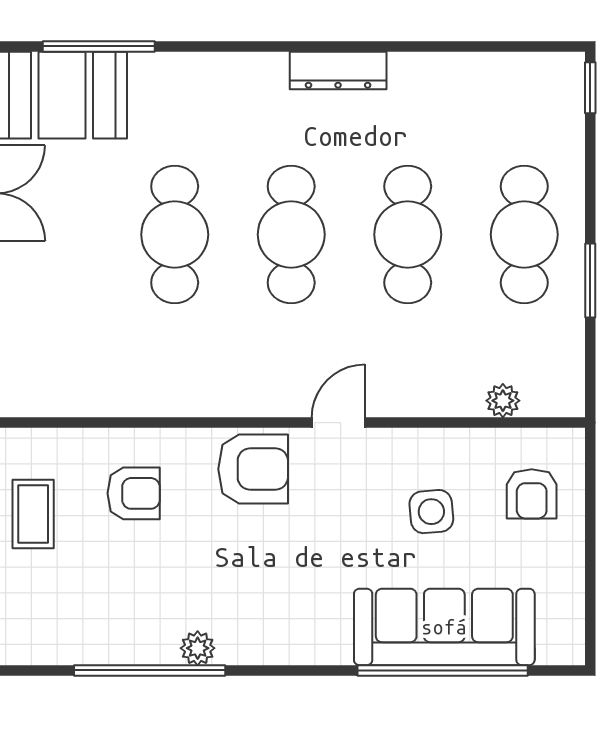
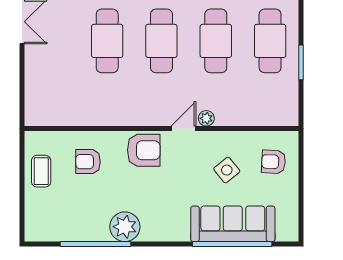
plant: (503, 401) -> (206, 118), moved
armchair: (134, 493) -> (88, 162), turned 180
armchair: (532, 494) -> (274, 162), turned 93
side table: (431, 512) -> (227, 170), turned -34
plant: (198, 648) -> (125, 227), width x1.87, depth x1.87

